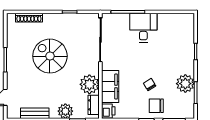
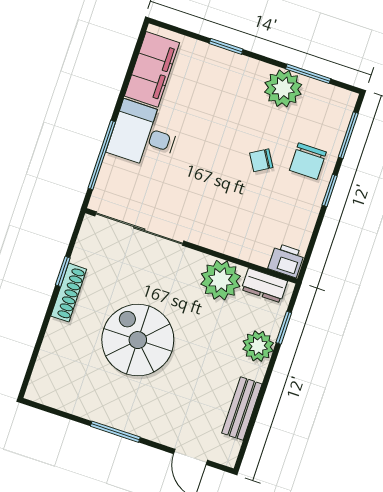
shoe rack: (29, 18) -> (69, 293), moved
spiral stairs: (50, 56) -> (138, 340), turned 90
filing cabinet: (110, 87) -> (152, 69), moved, turned 90

